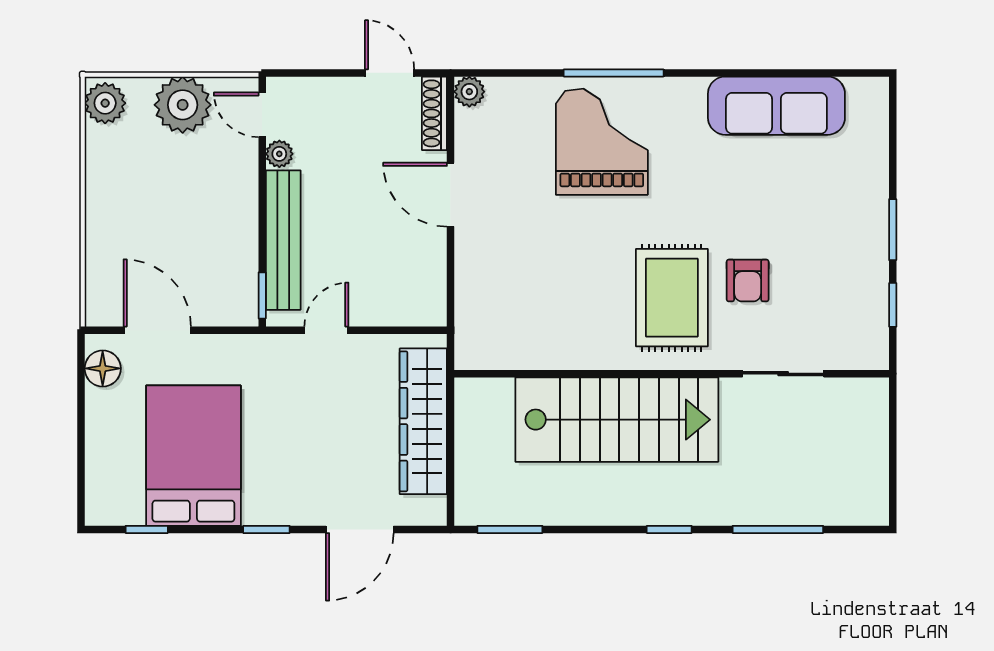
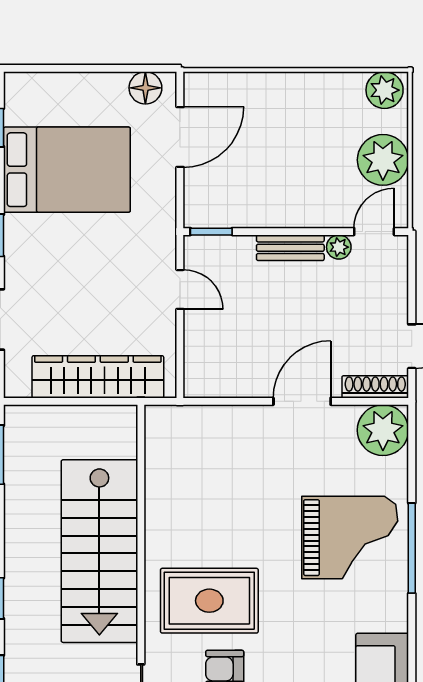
plant: (469, 92) -> (383, 430), width x1.88, depth x1.88
bench: (283, 240) -> (290, 248), width x0.54, depth x0.82

